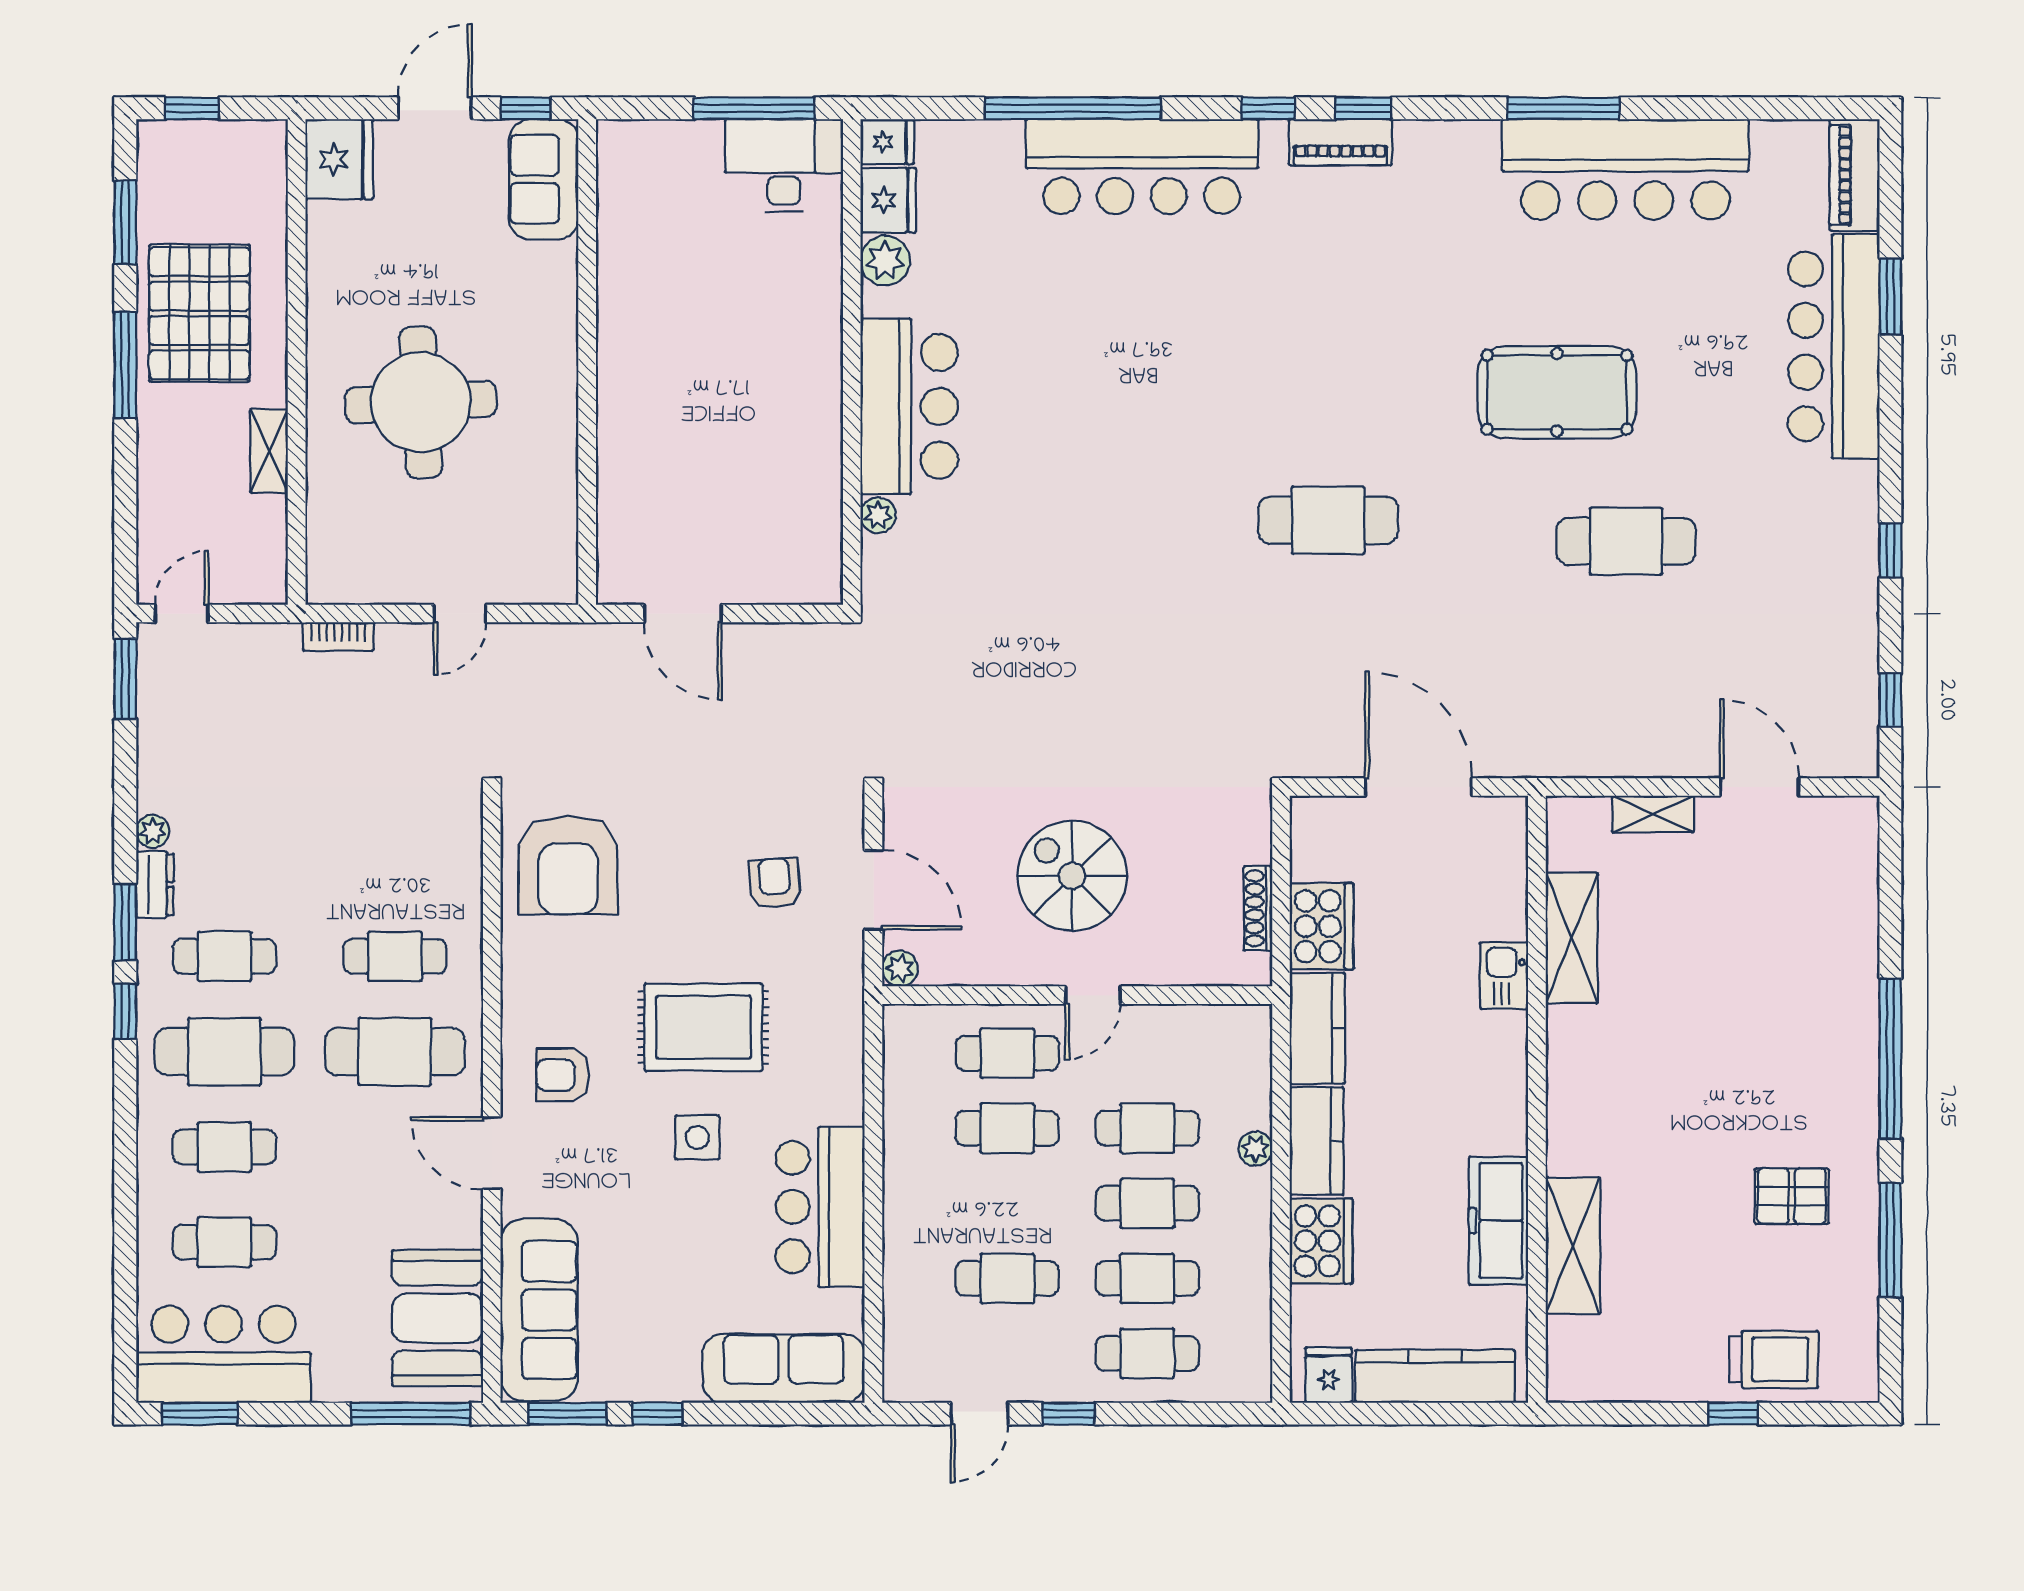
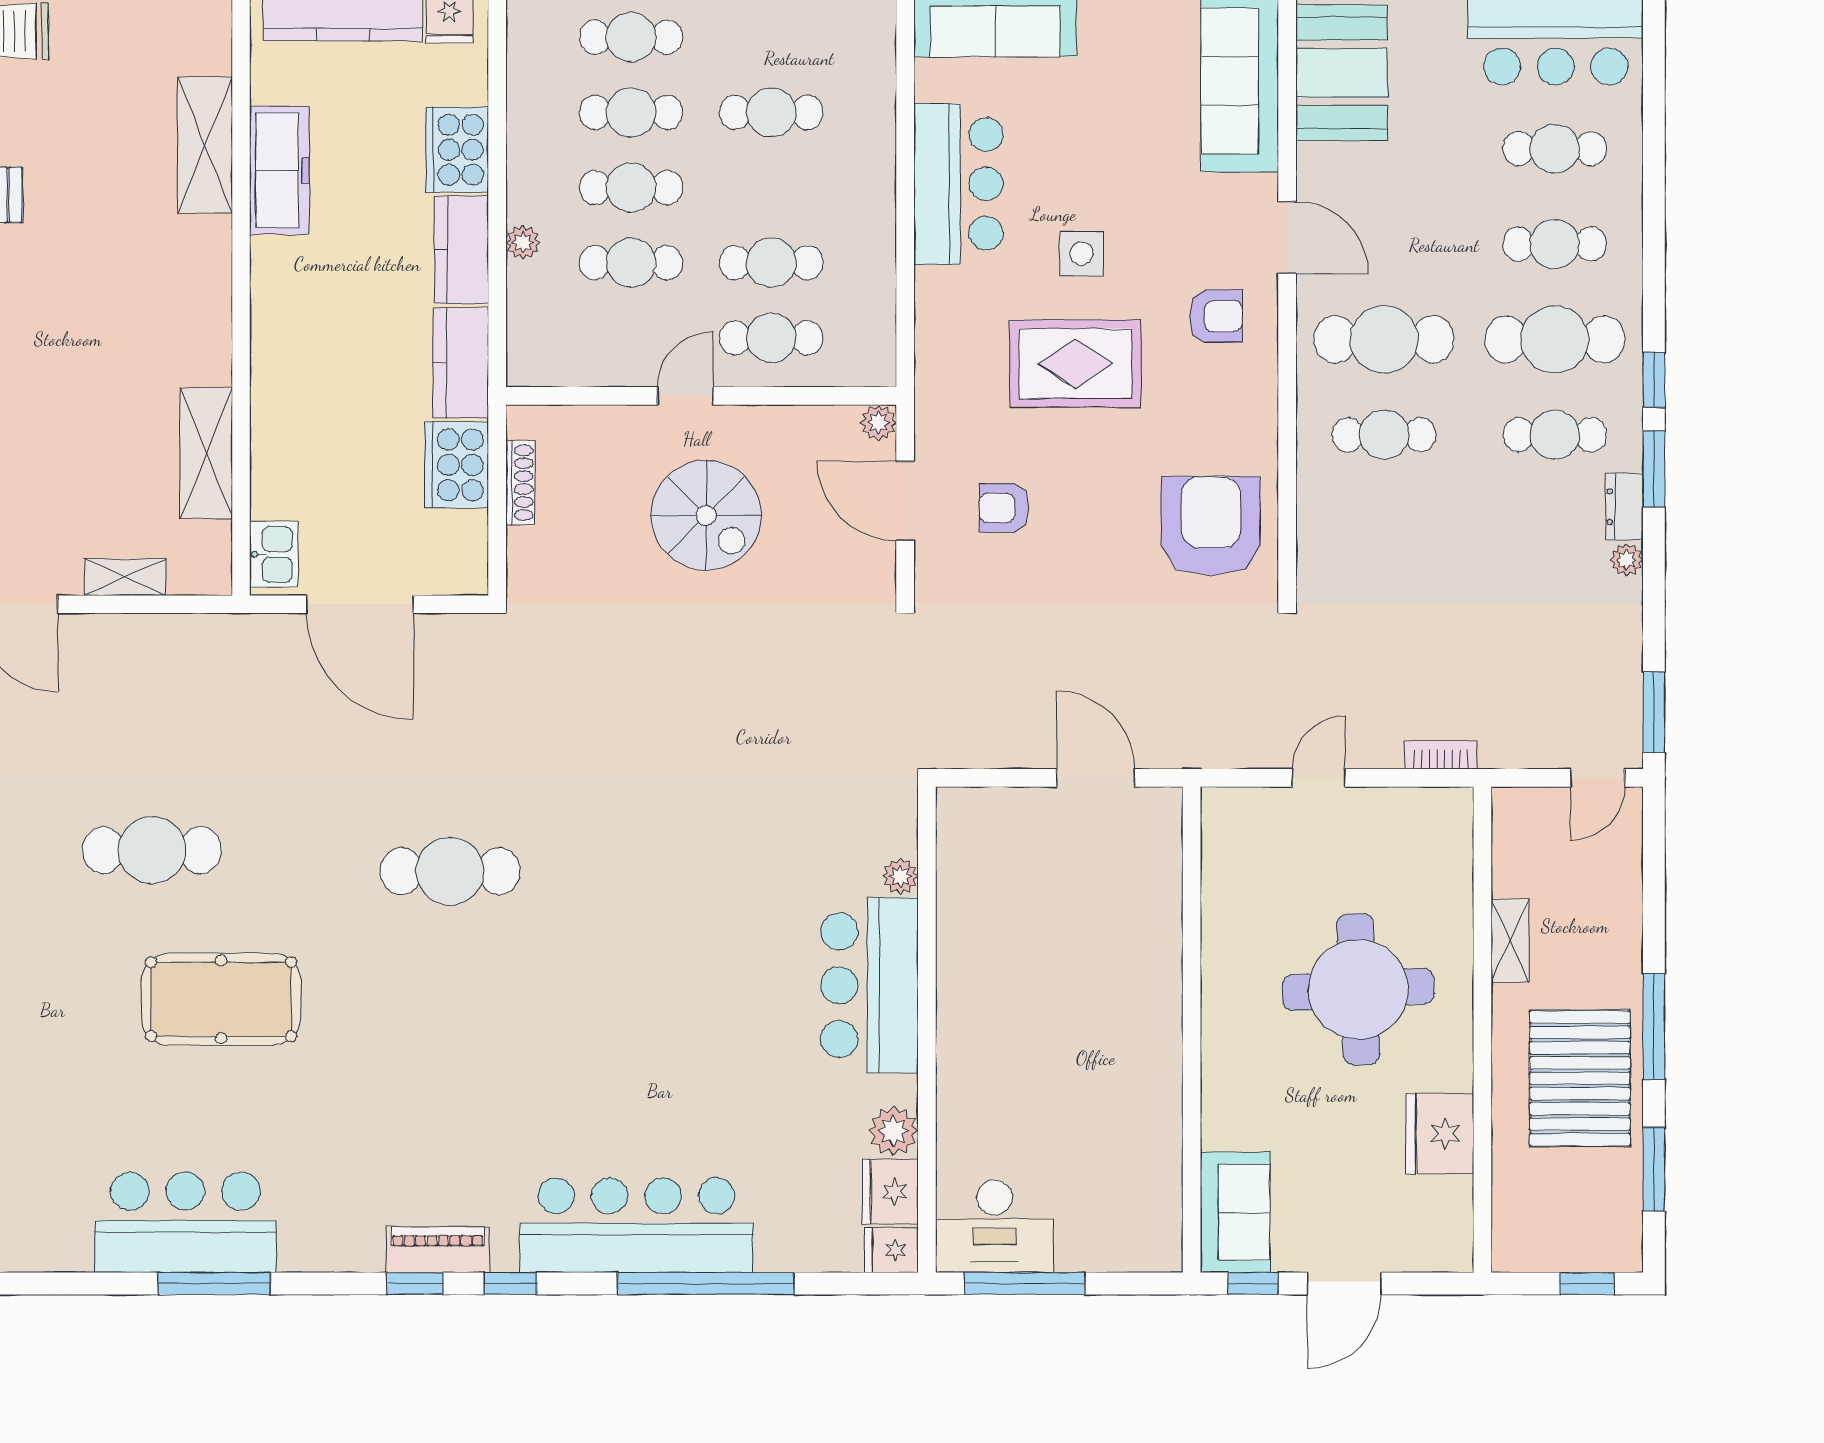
fridge: (339, 159) -> (1440, 1134), moved
bar counter: (1625, 169) -> (185, 1222), width x0.73
armchair: (775, 883) -> (1004, 508), turned 94
kitchen sink: (1504, 976) -> (274, 554), moved

